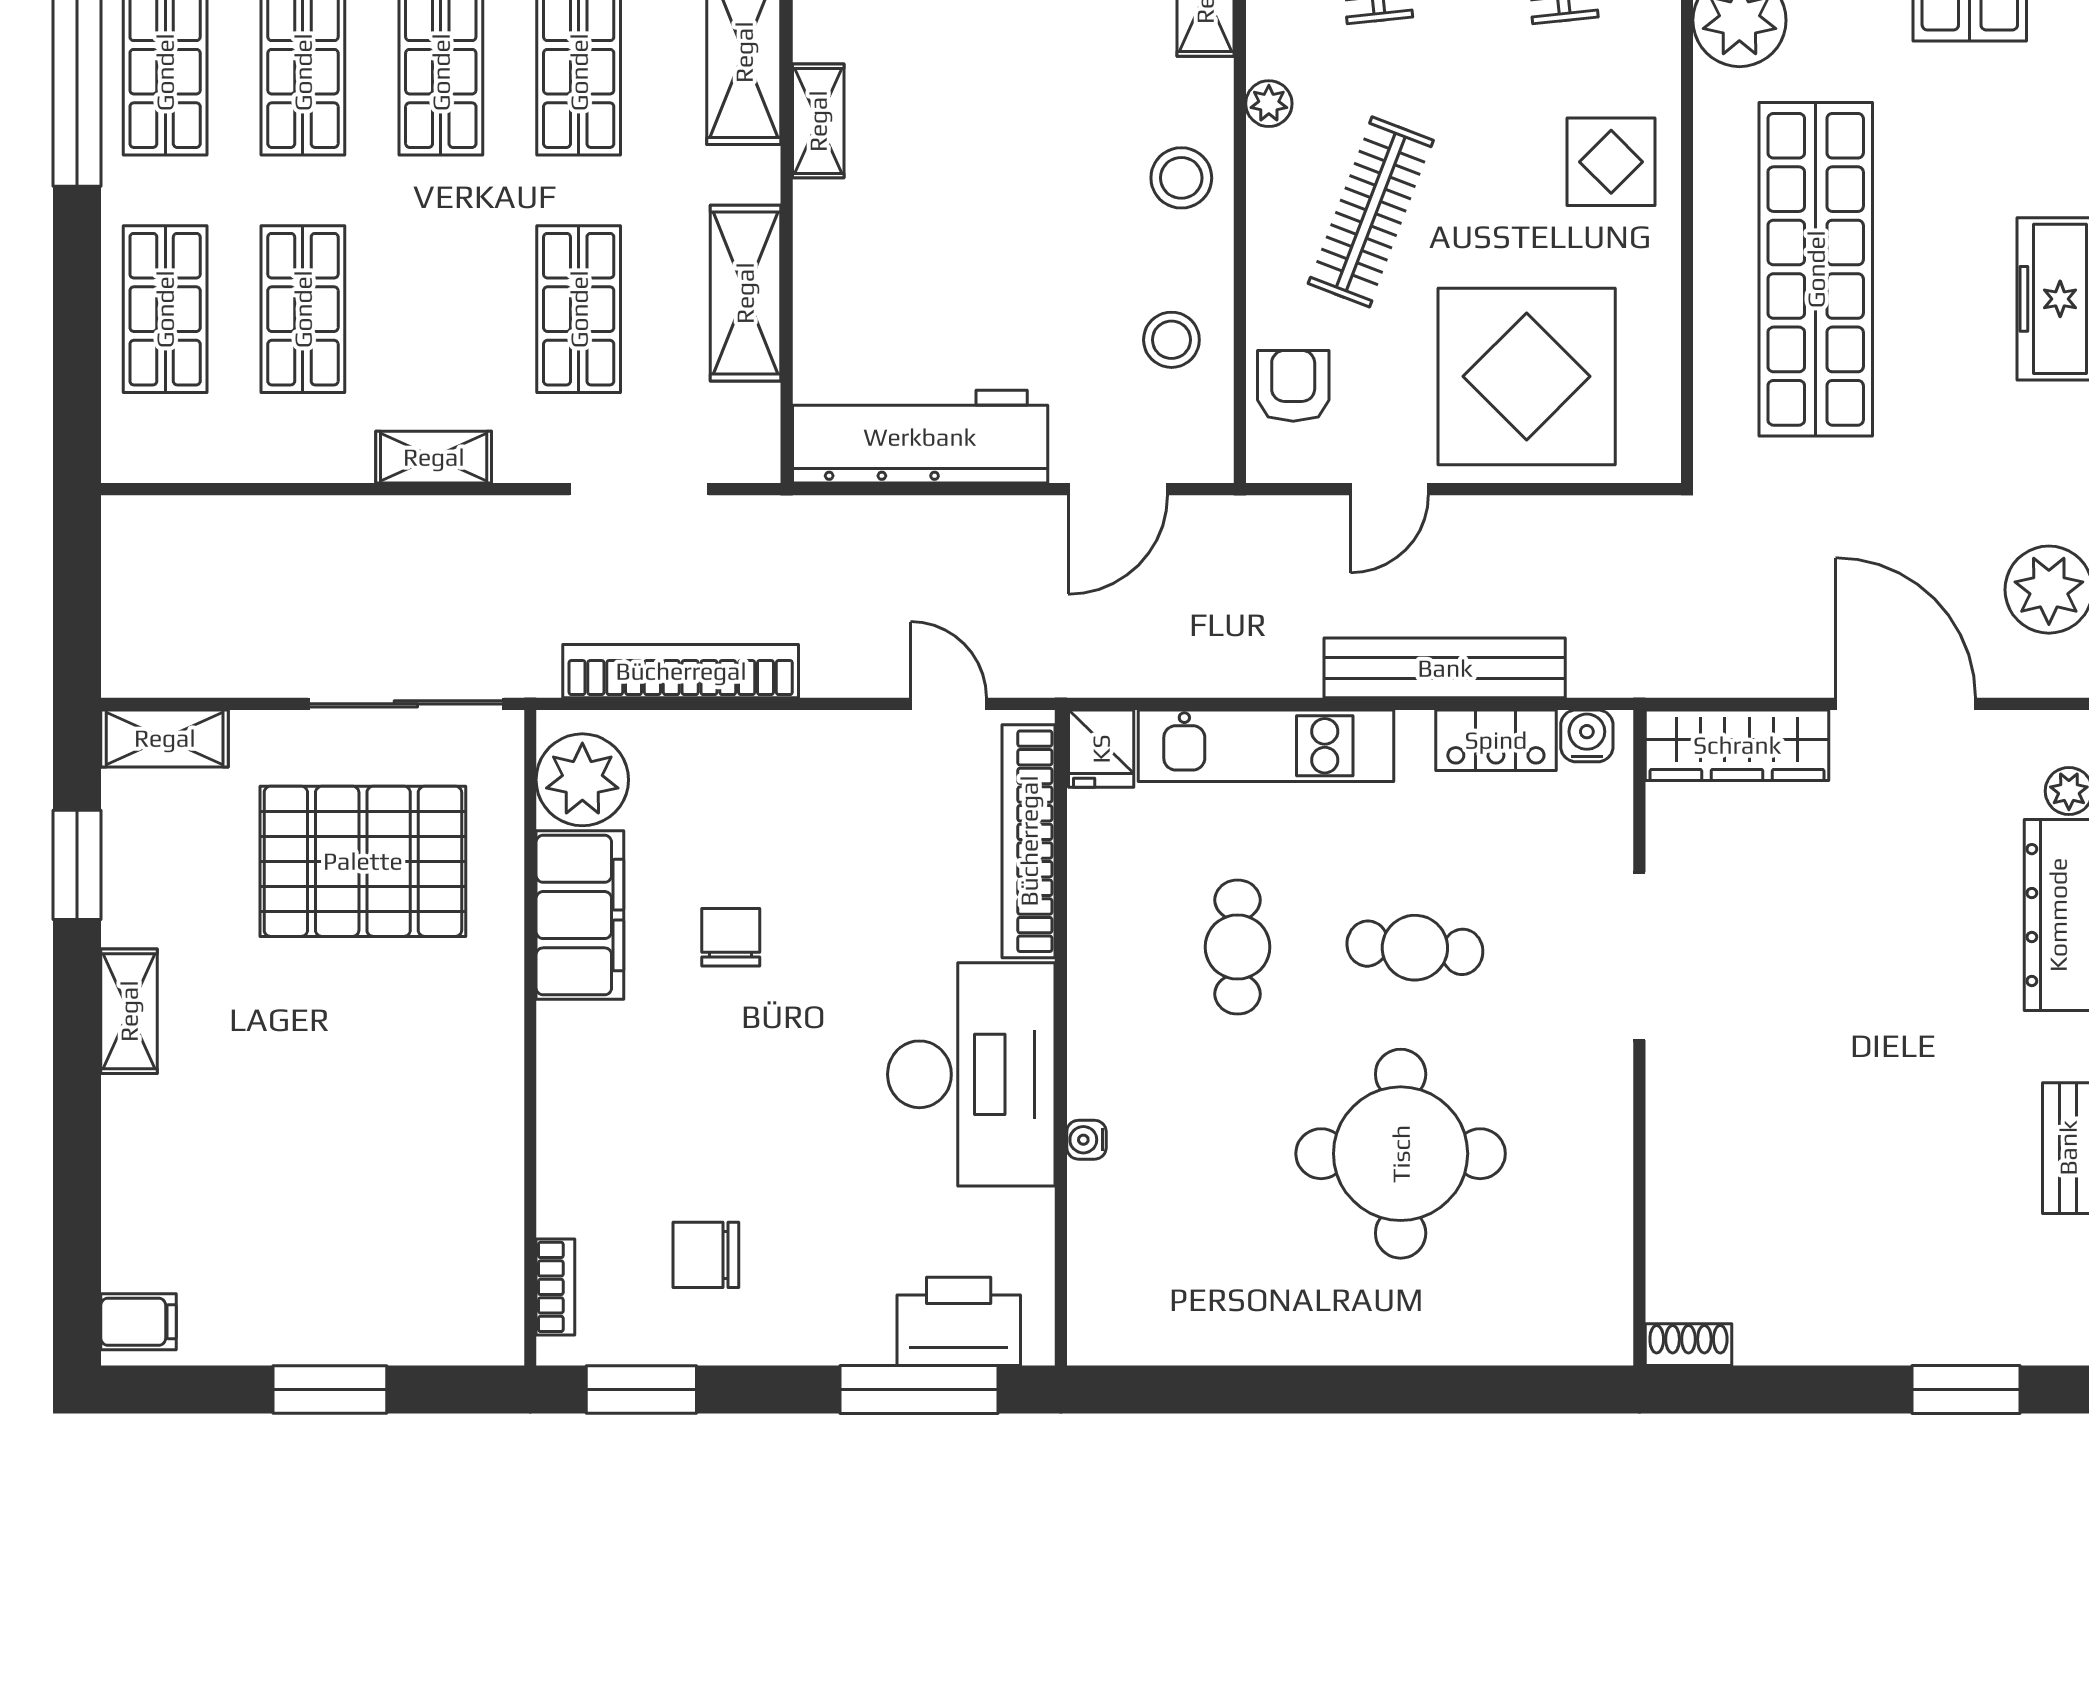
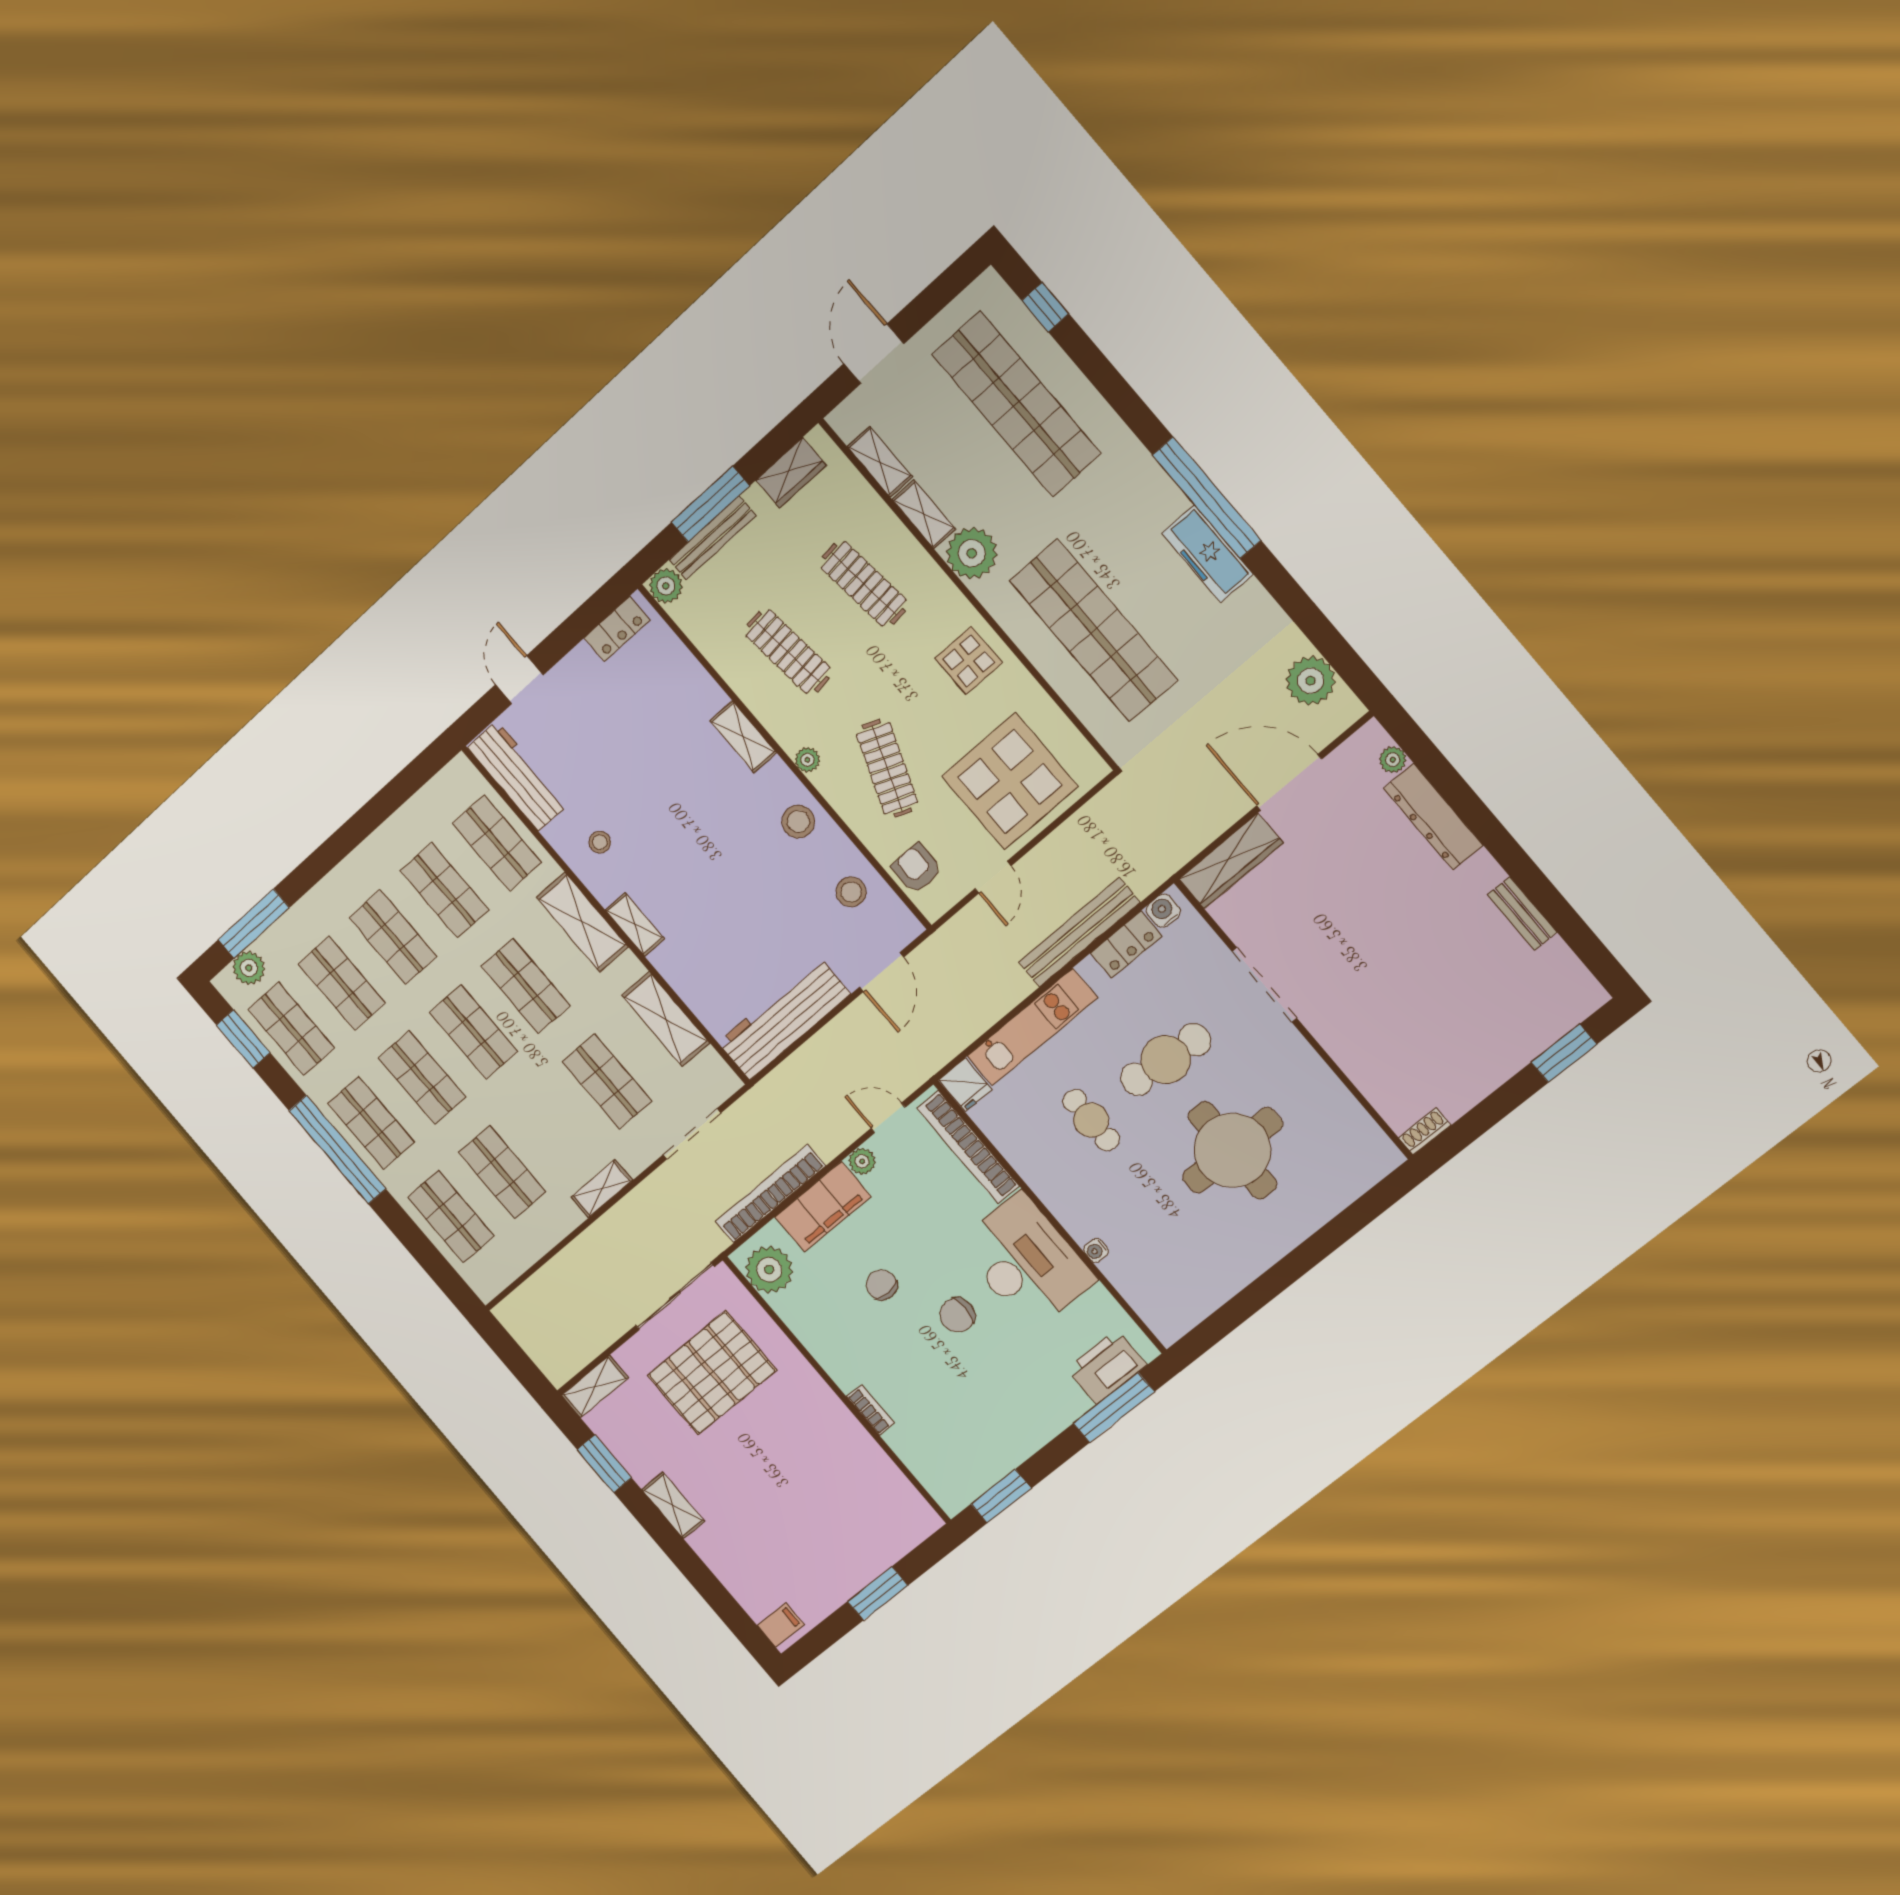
plant: (856, 735) -> (862, 1161), added
filing cabinet: (580, 915) -> (823, 1207), moved, turned 90
cafe table: (1415, 948) -> (1166, 1060), width x1.37, depth x1.35
chair: (706, 1255) -> (957, 1315), moved
bookcase: (555, 1287) -> (870, 1410), moved

